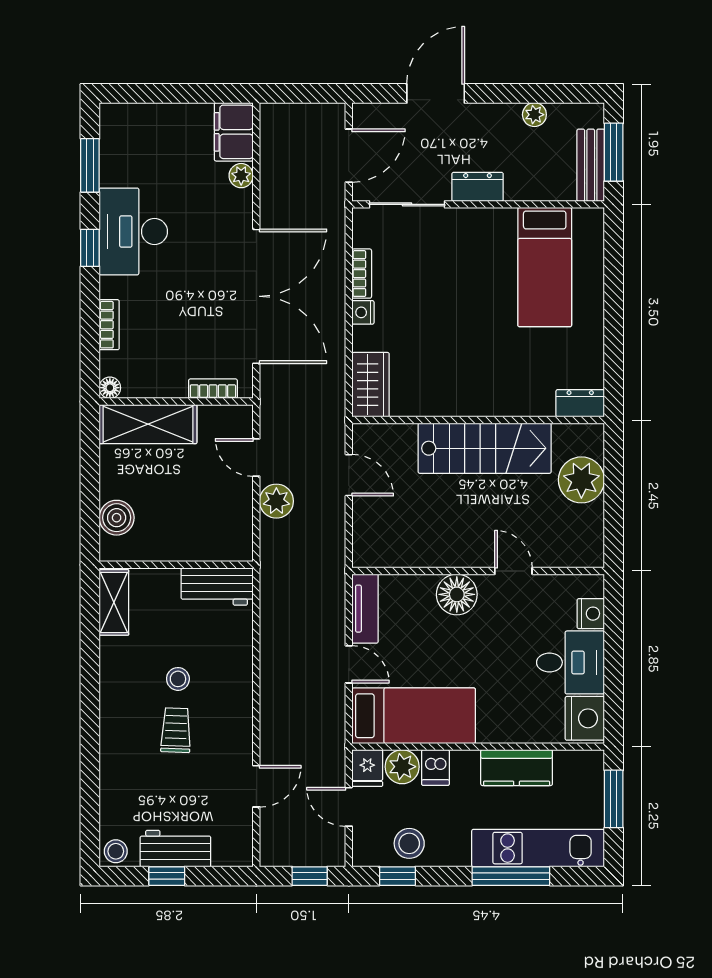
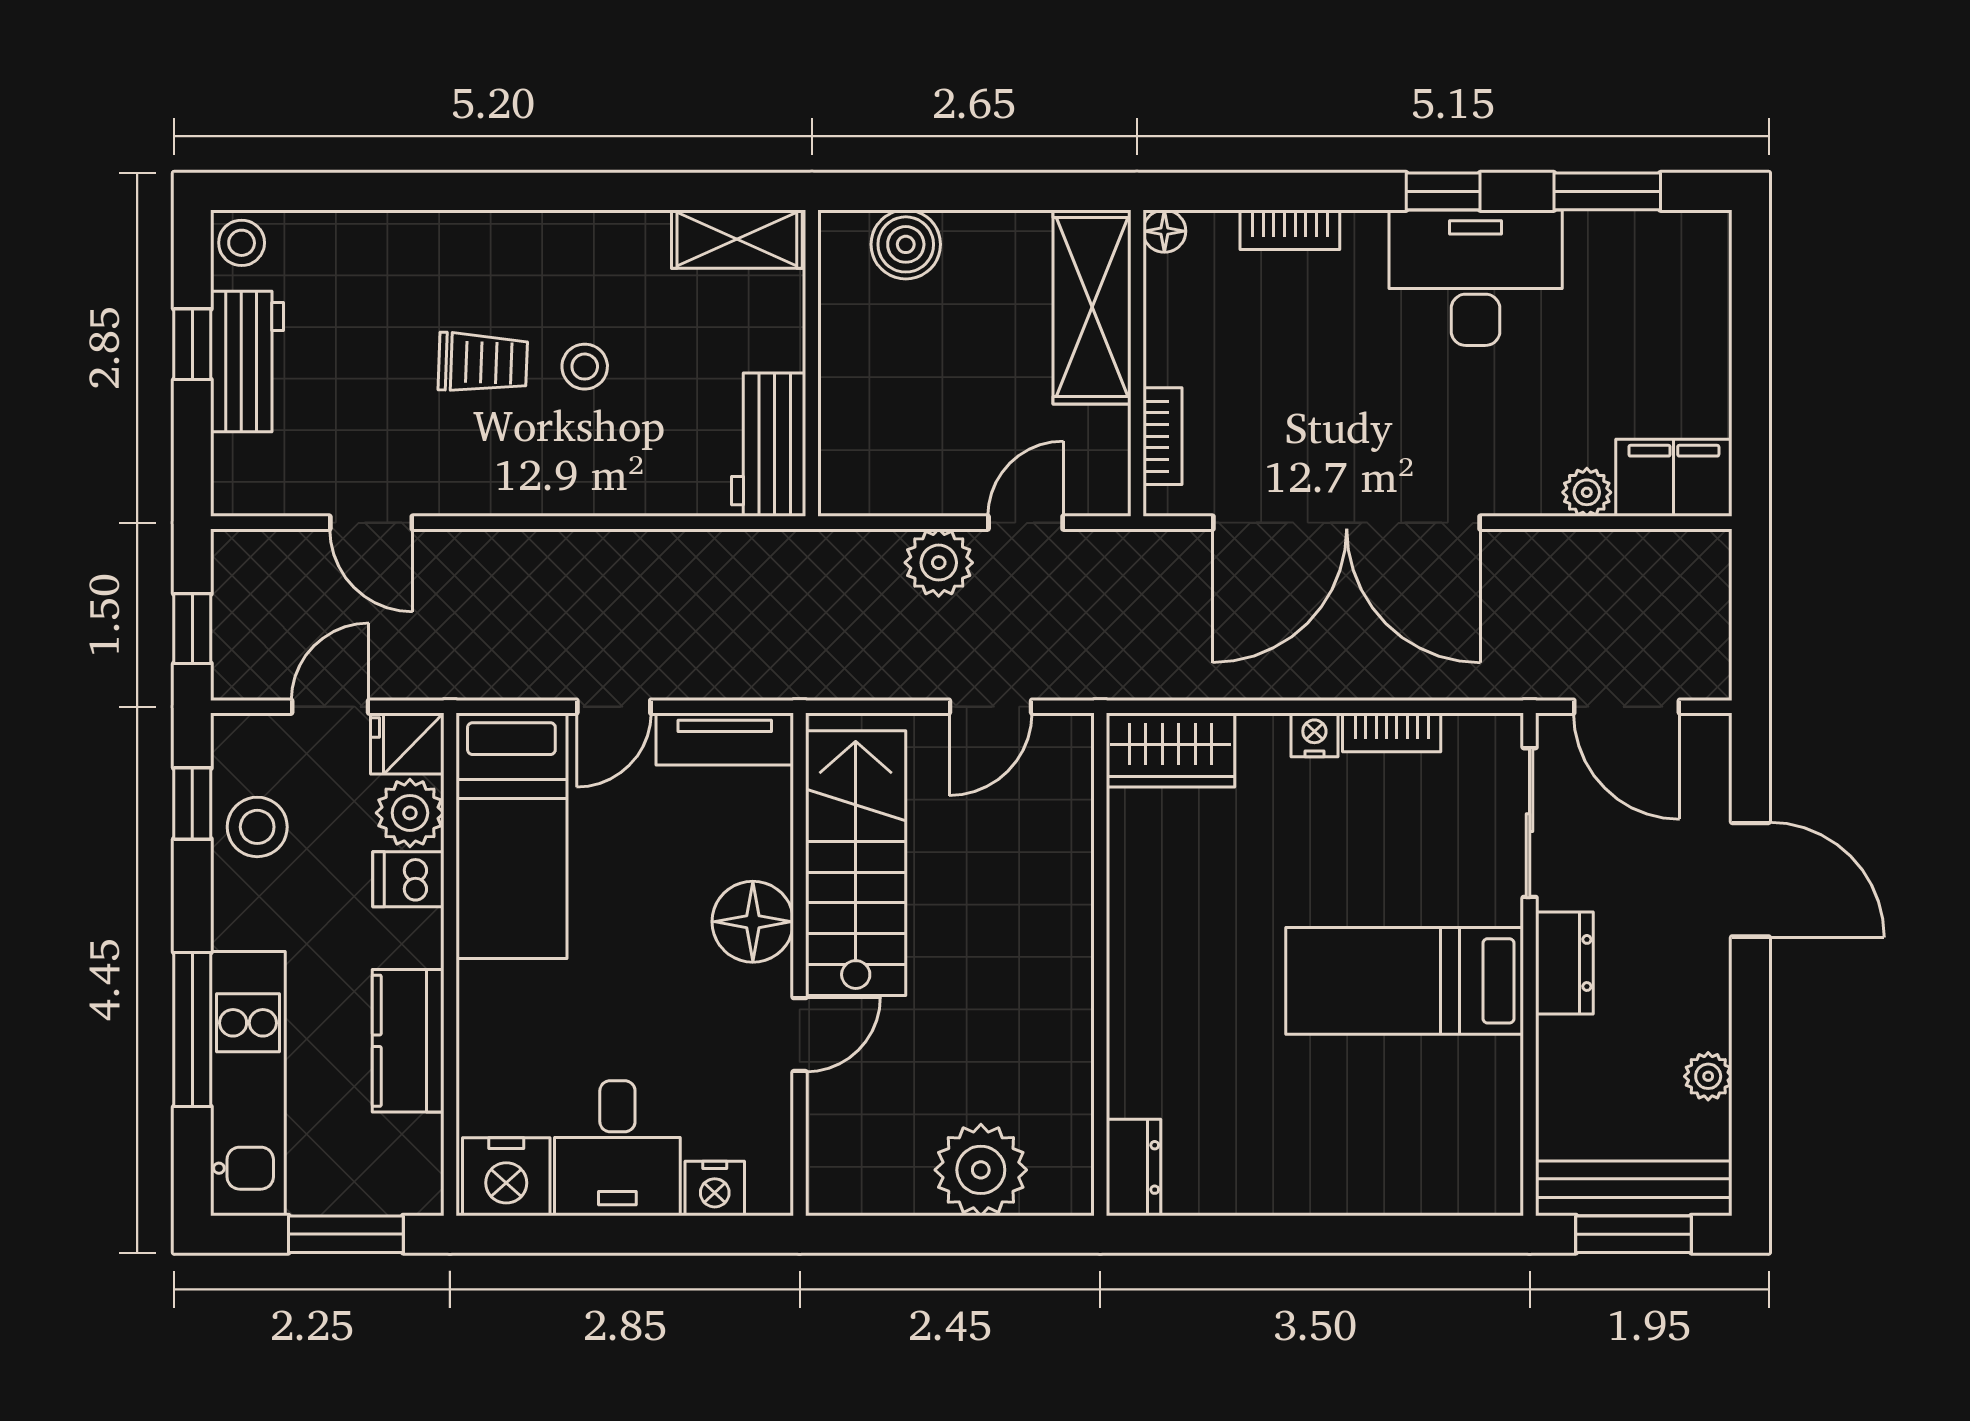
bench: (591, 165) -> (1634, 1188), width x1.36
bed: (545, 267) -> (1405, 981), moved
stairs: (485, 448) -> (856, 863), moved, turned 180

